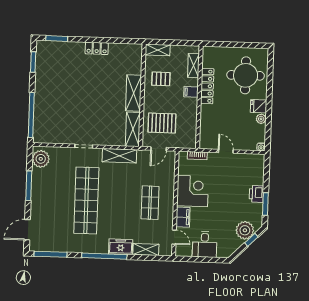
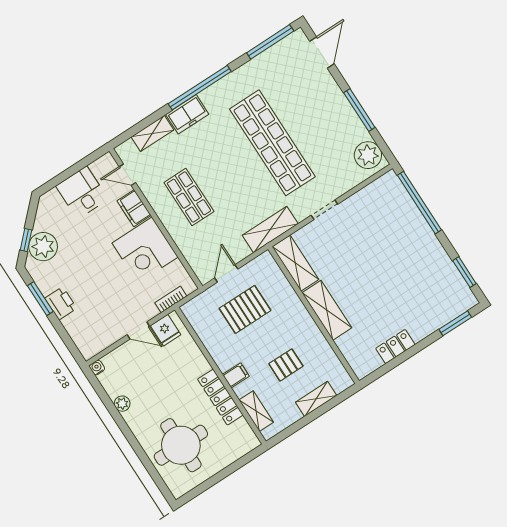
shelving: (134, 93) -> (327, 310), moved
wall: (142, 95) -> (314, 315), moved
fridge: (259, 106) -> (166, 330), moved, turned 90
shelving: (133, 129) -> (295, 263), moved

